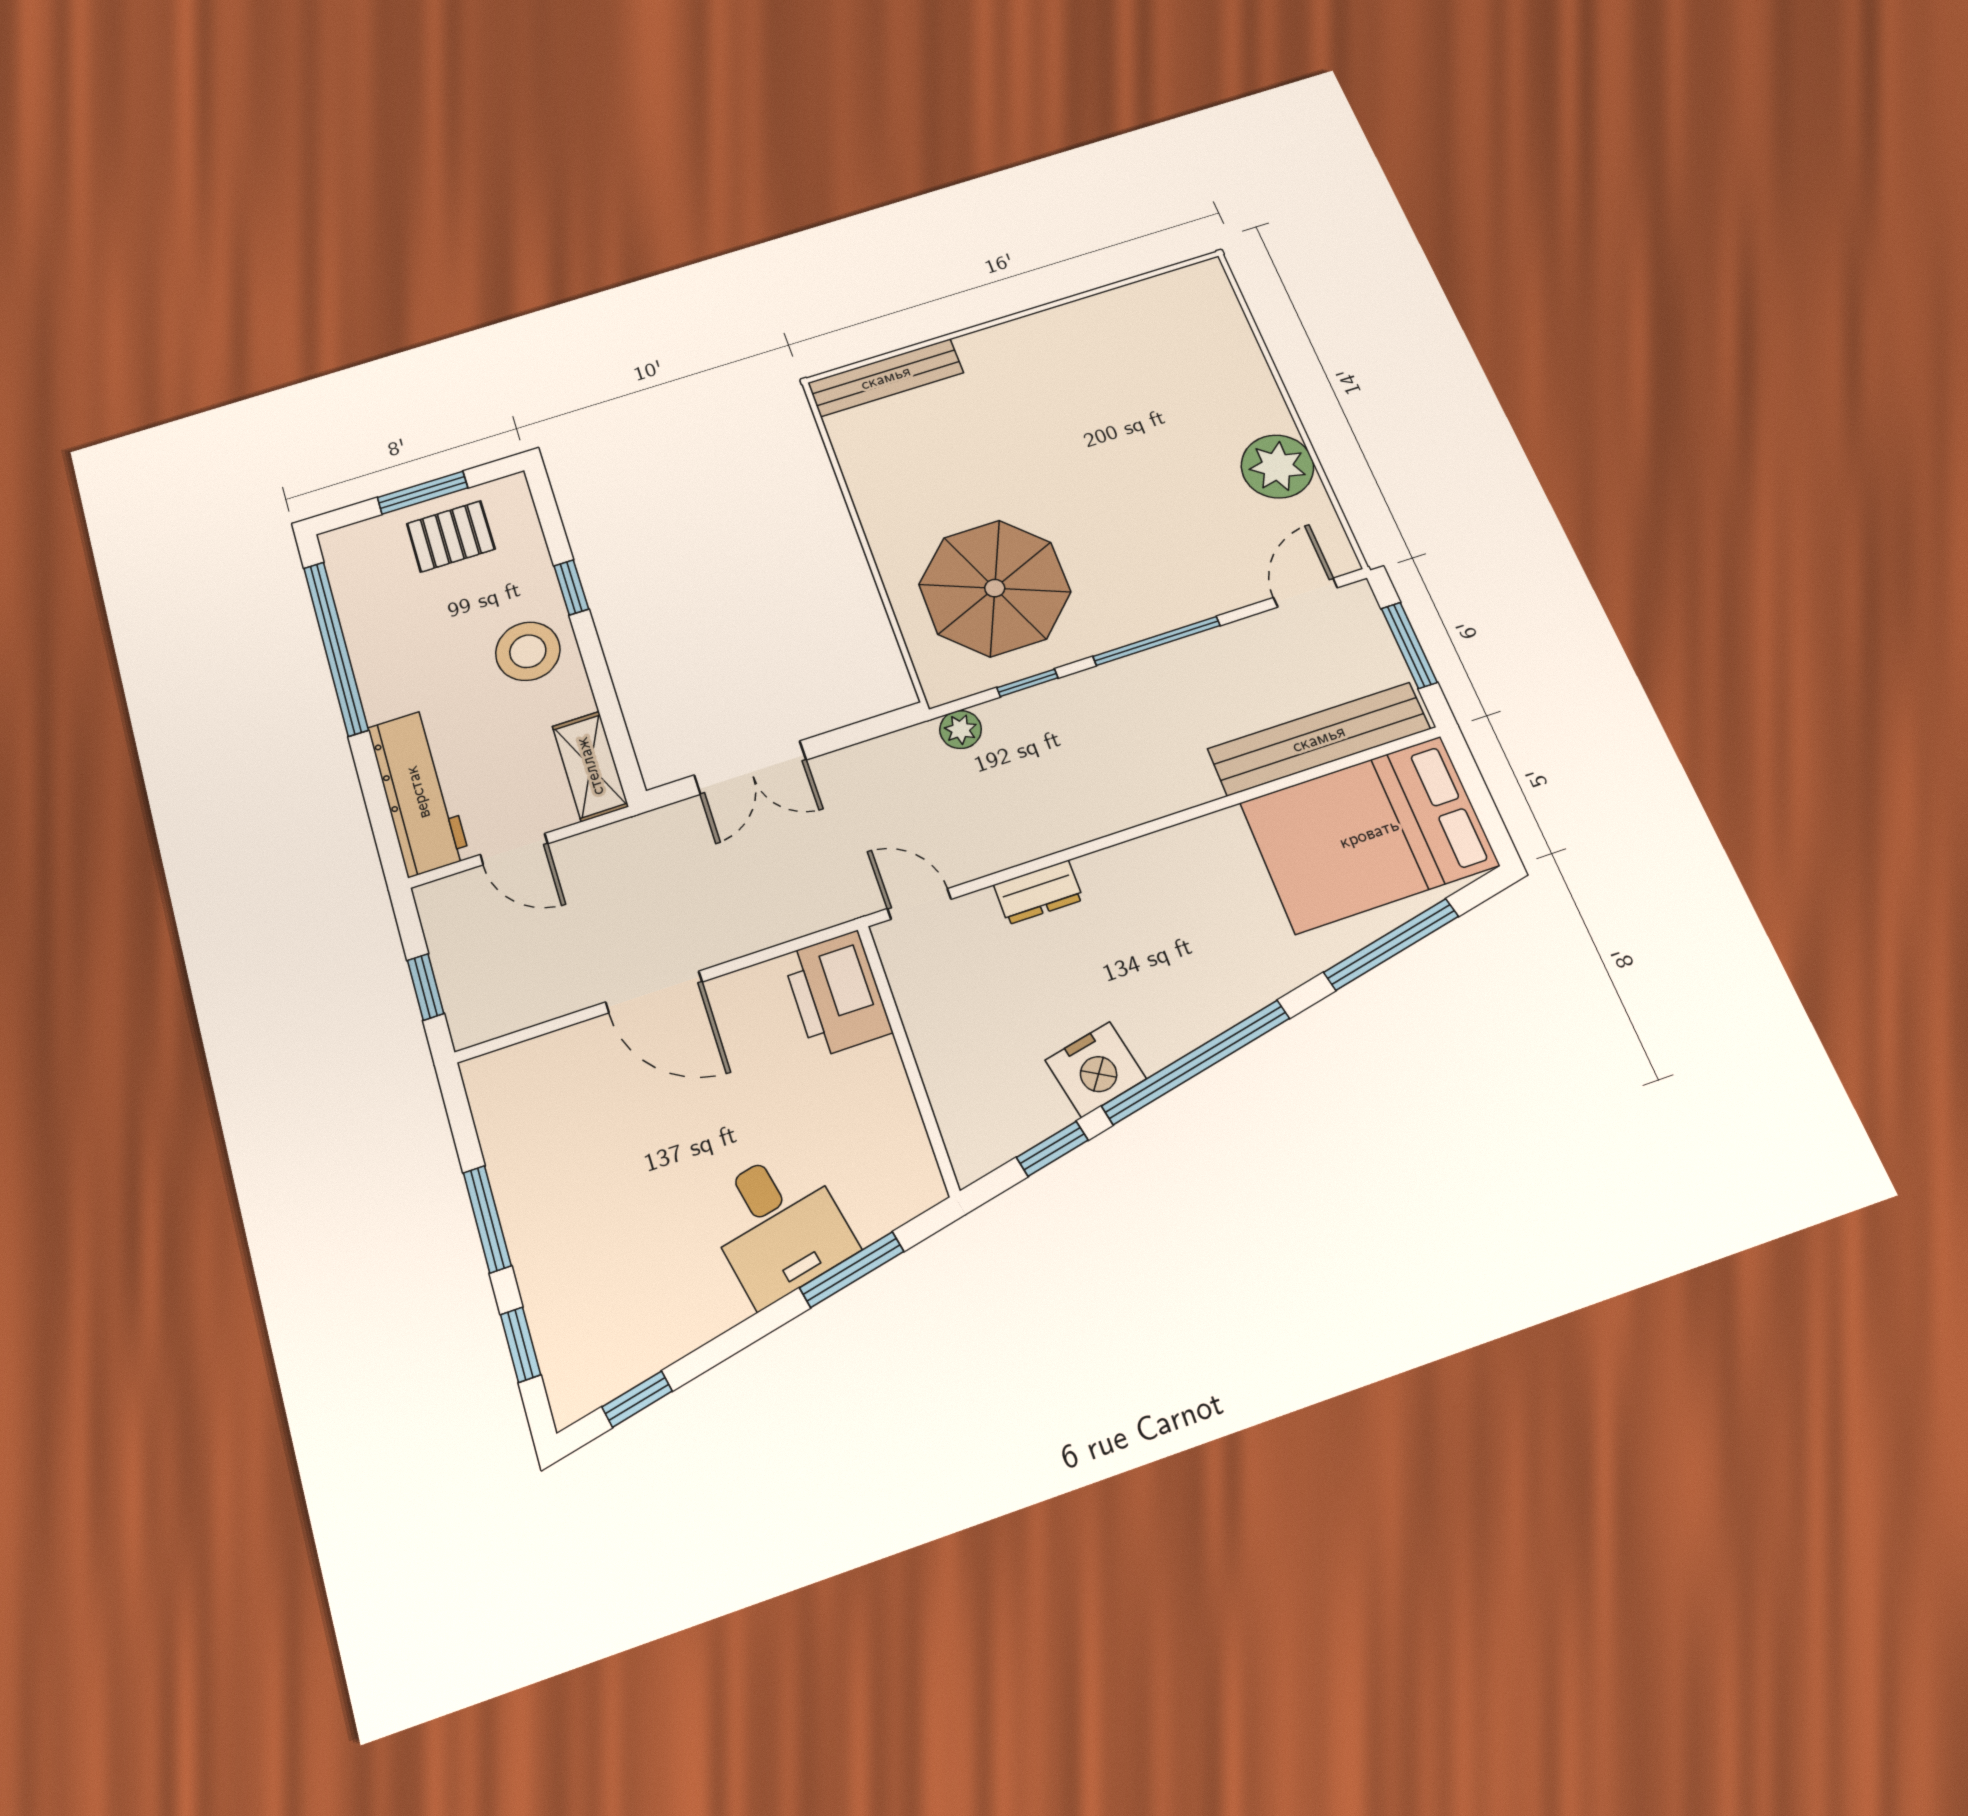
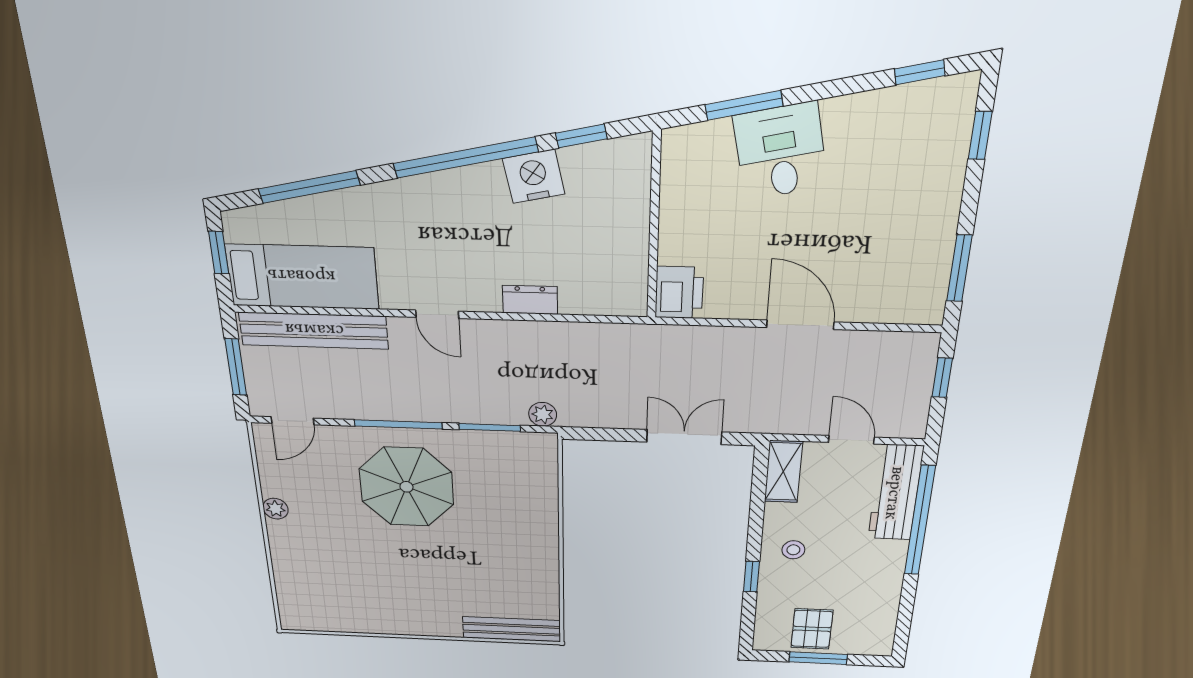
plant: (1277, 466) -> (276, 509), width x0.53, depth x0.53
pallet: (451, 536) -> (812, 629), turned 90
parasol: (995, 588) -> (407, 487), moved
window: (336, 648) -> (920, 521), moved
stool: (528, 651) -> (793, 550), width x0.53, depth x0.53
window: (1027, 683) -> (490, 427), width x1.50
window: (1484, 806) -> (219, 253), added
bed: (1369, 834) -> (302, 277), width x0.67
door: (919, 904) -> (437, 314), moved
printer: (837, 994) -> (679, 292), width x0.73, depth x0.84
window: (487, 1219) -> (959, 268), moved

